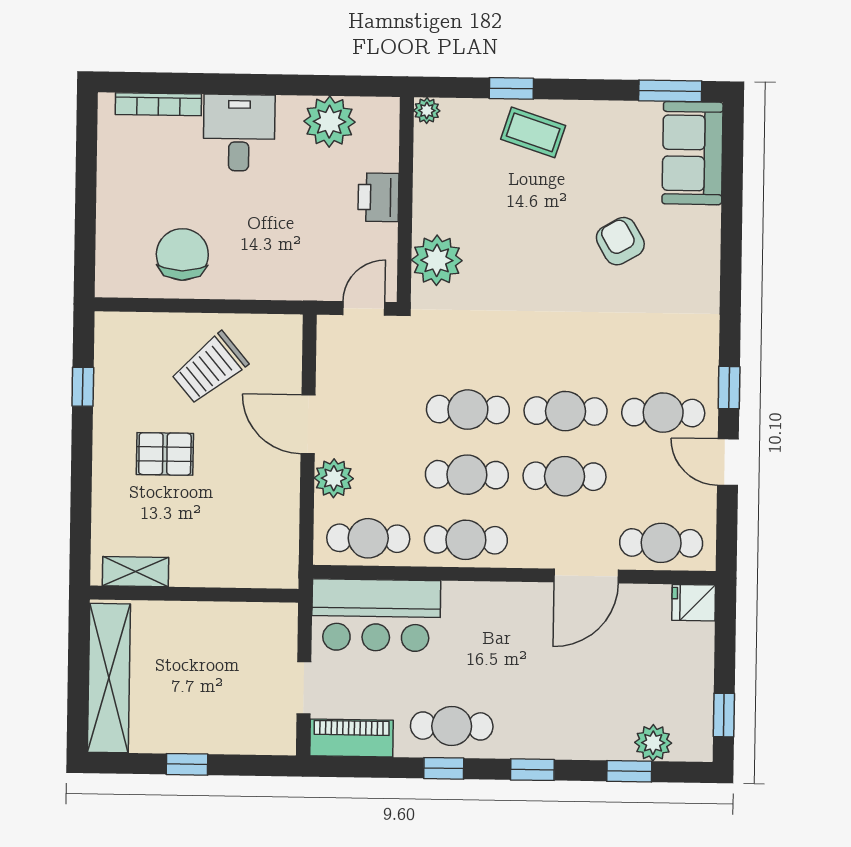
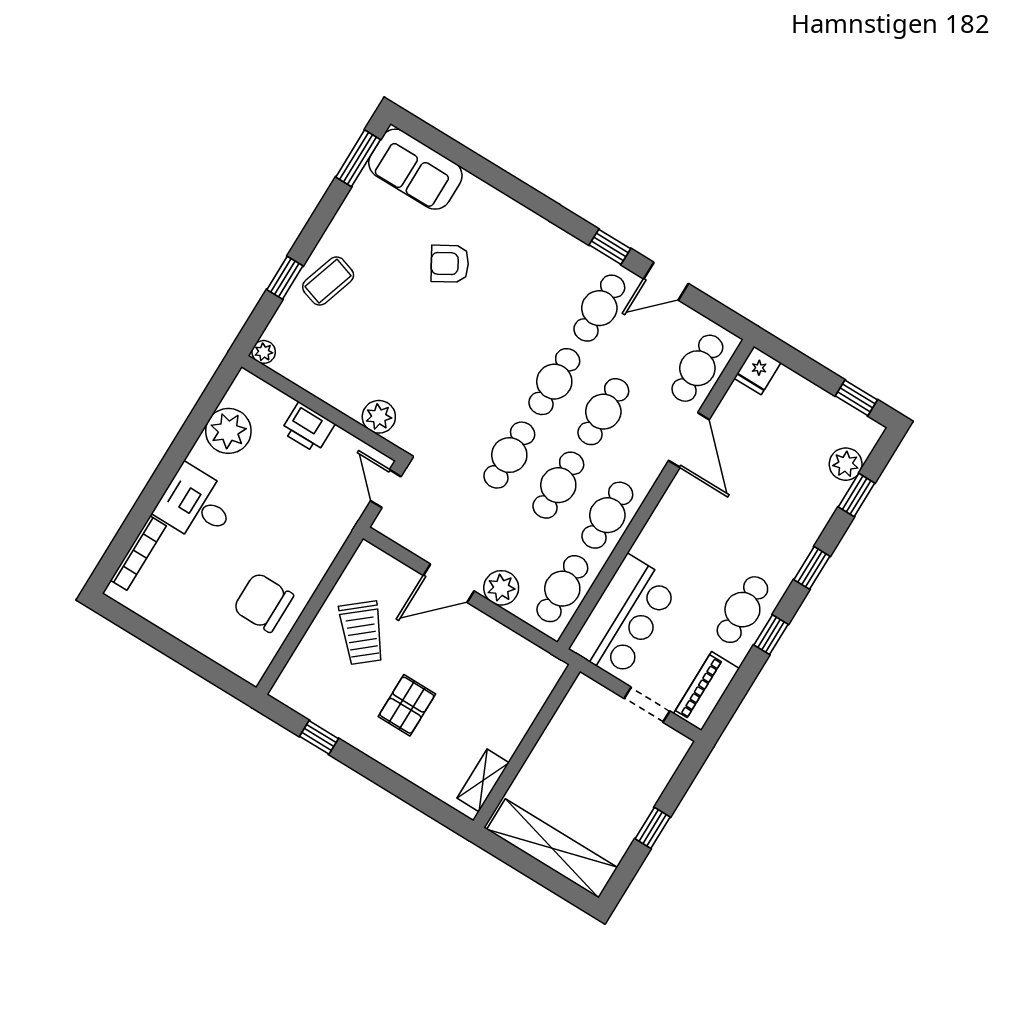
plant: (437, 260) -> (379, 417), width x0.73, depth x0.73

